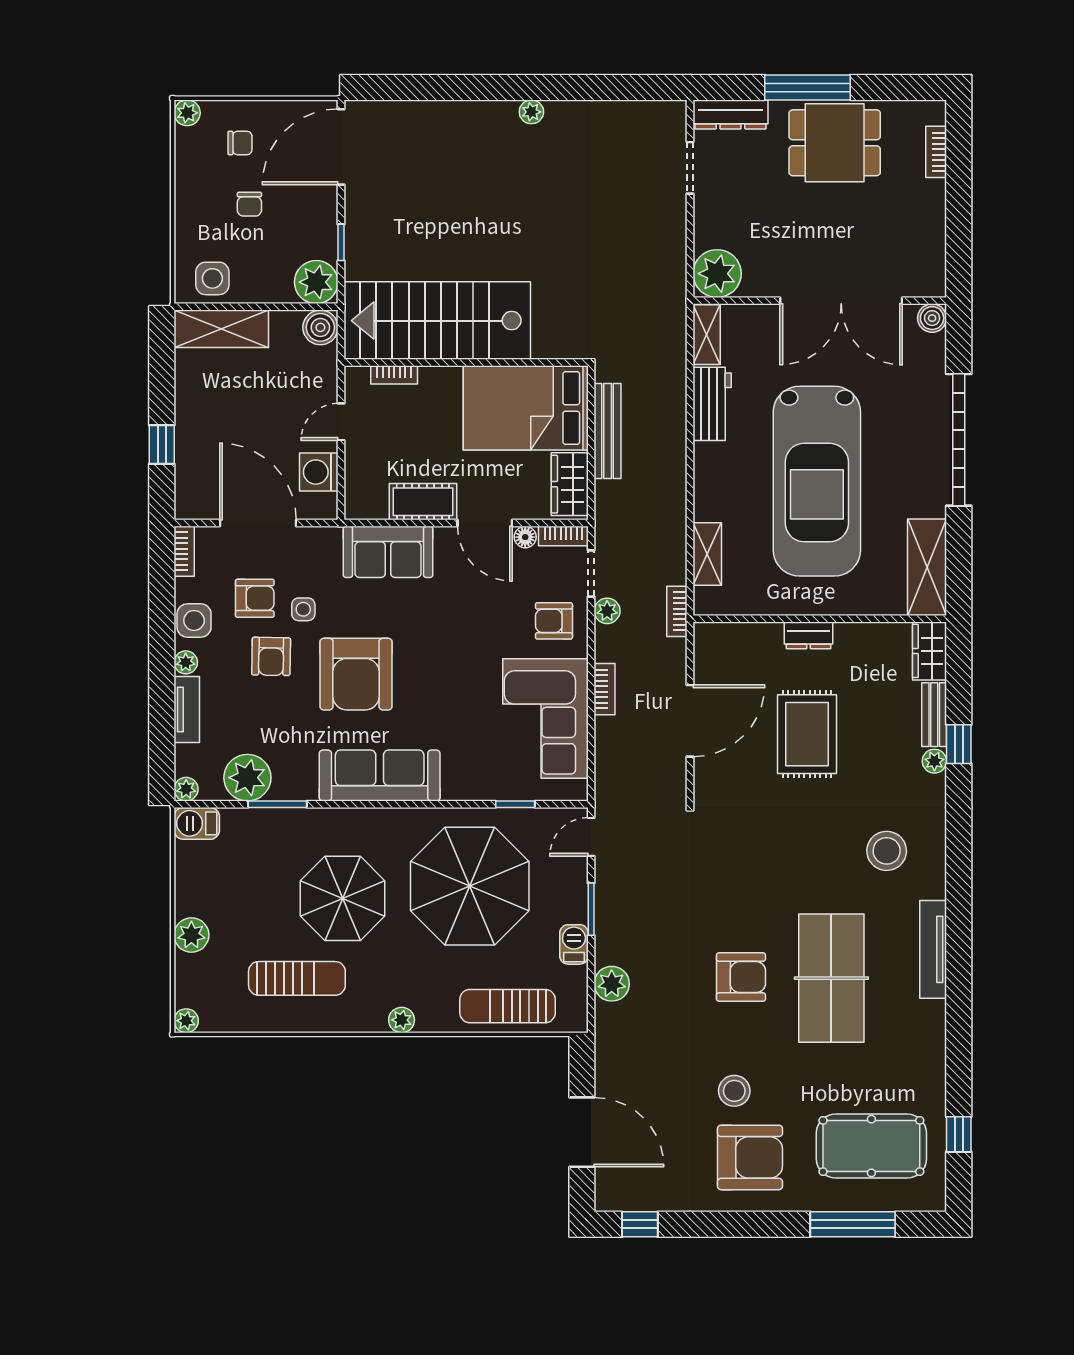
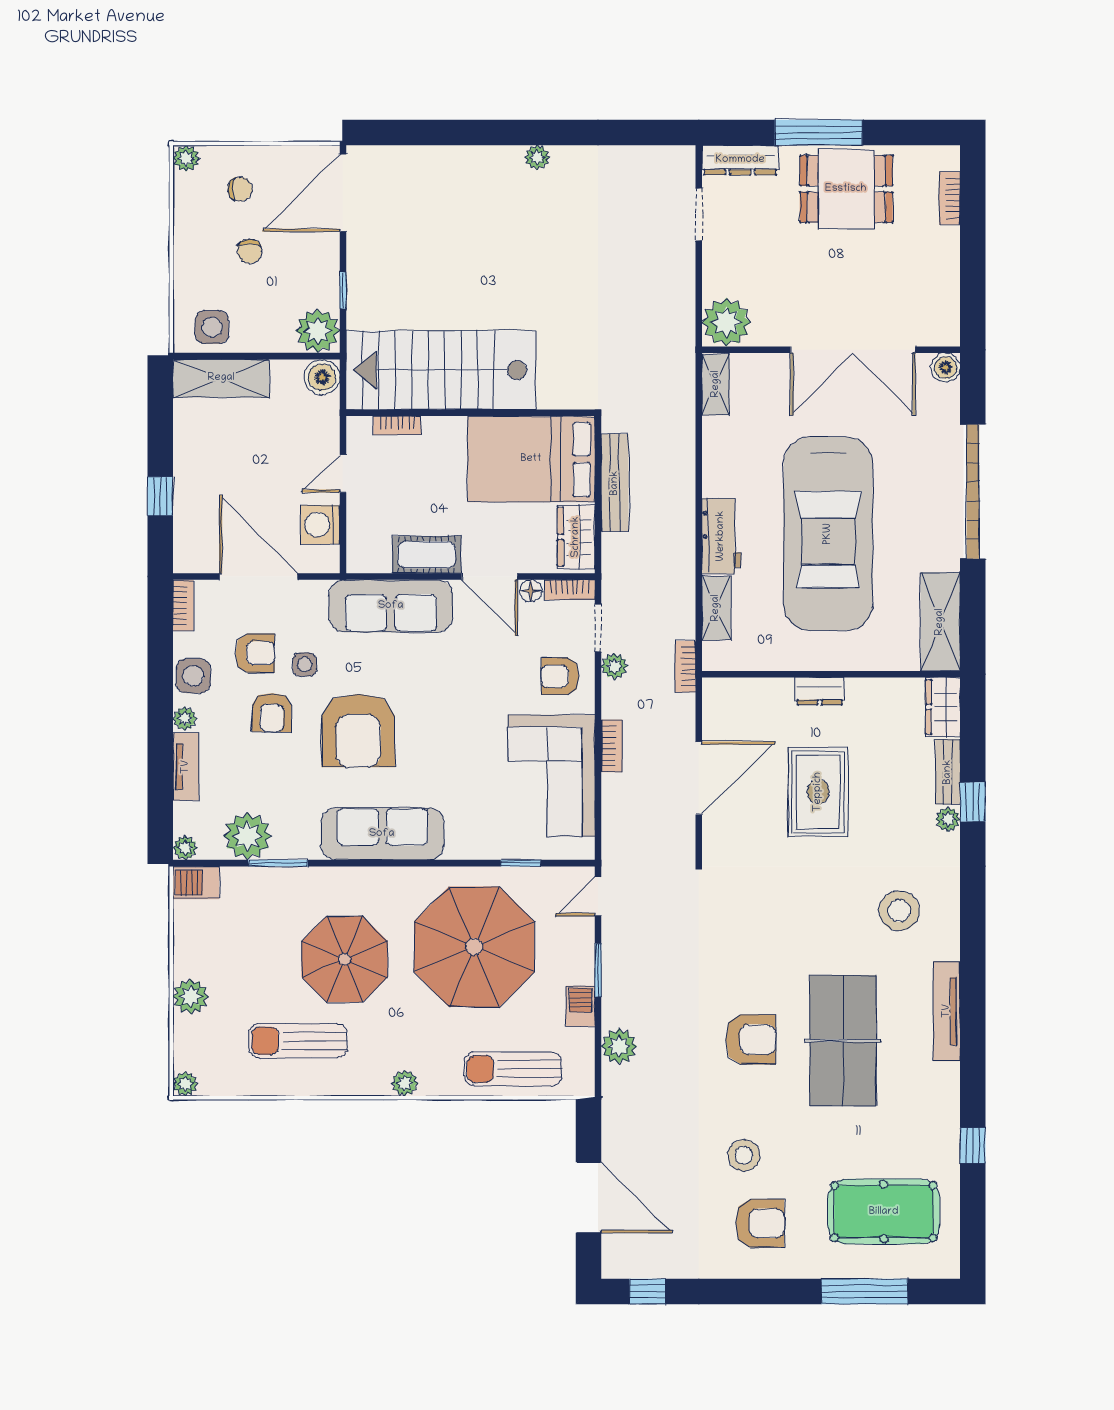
workbench: (712, 404) -> (721, 536), moved
sofa: (388, 552) -> (391, 606), width x1.36
sun lounger: (297, 978) -> (298, 1041), turned 180
window: (959, 1134) -> (973, 1146), moved
armchair: (750, 1157) -> (760, 1223), width x0.73, depth x0.73

